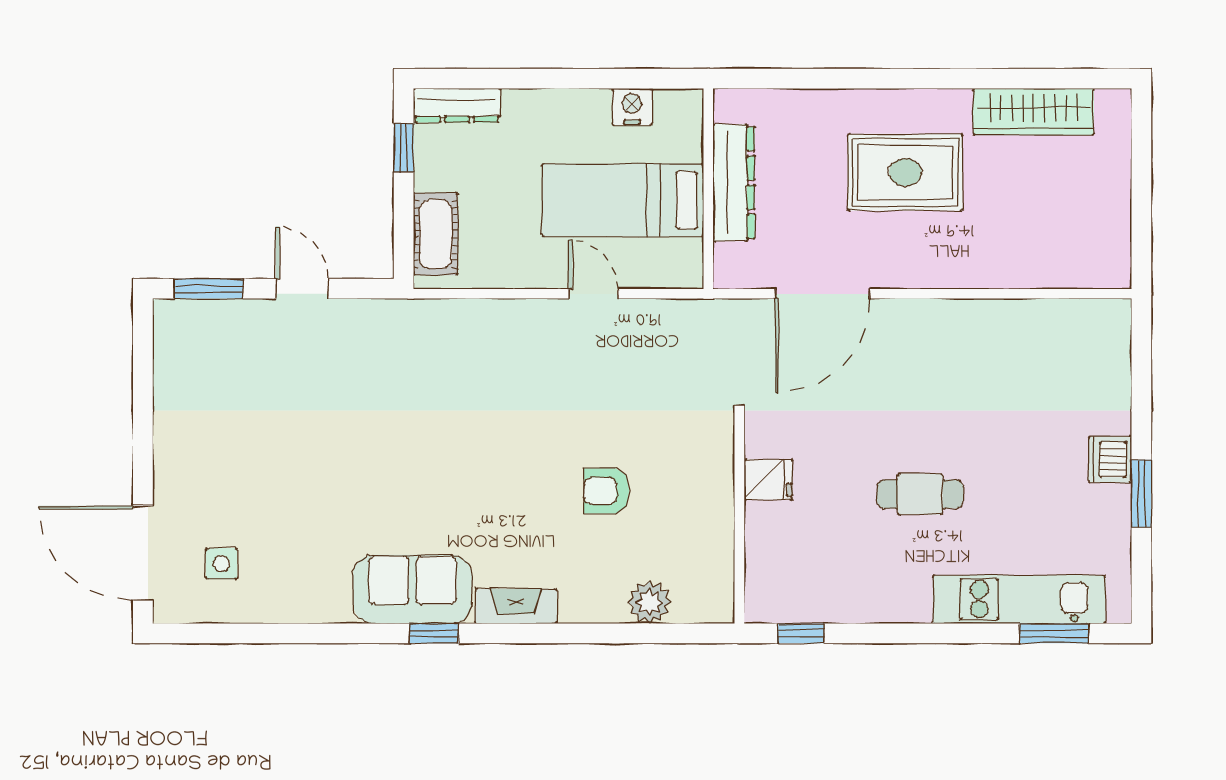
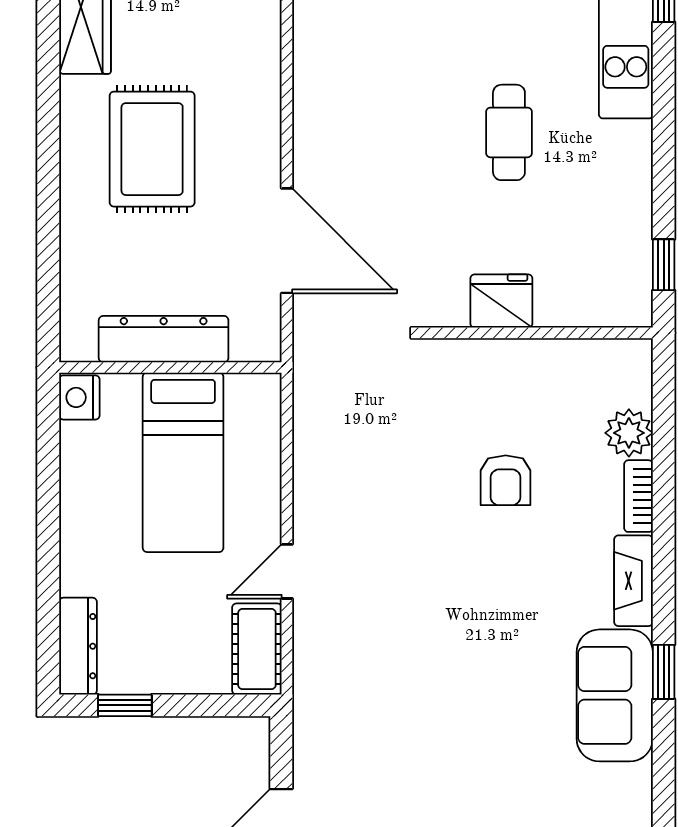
nightstand: (632, 107) -> (79, 397), moved
cot: (436, 234) -> (257, 649), moved, turned 90
door: (593, 294) -> (287, 571), moved
fridge: (768, 479) -> (501, 301), width x1.38
bookcase: (592, 611) -> (638, 496), added

